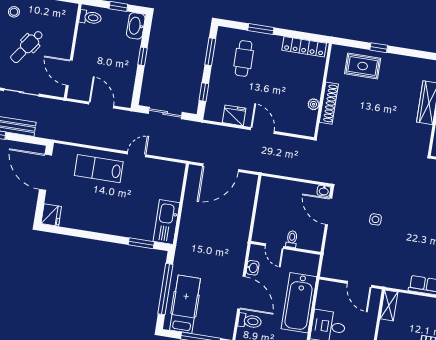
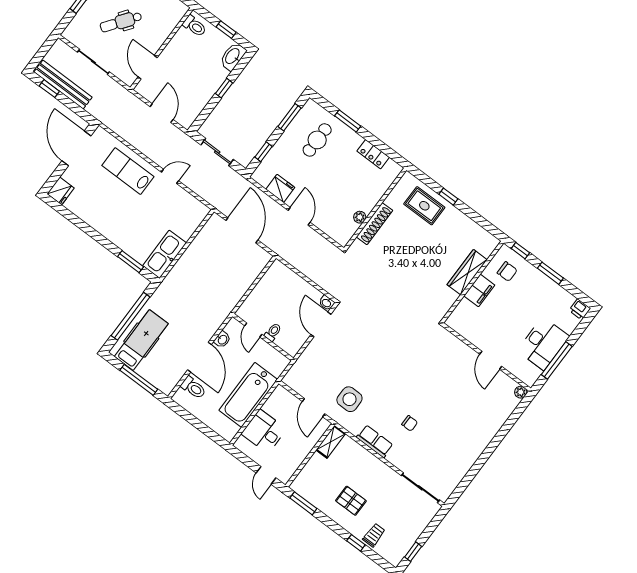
locker: (304, 47) -> (373, 154), width x0.66
door: (221, 168) -> (242, 230), swing flipped
side table: (375, 219) -> (349, 399), moved, width x1.87, depth x1.87

